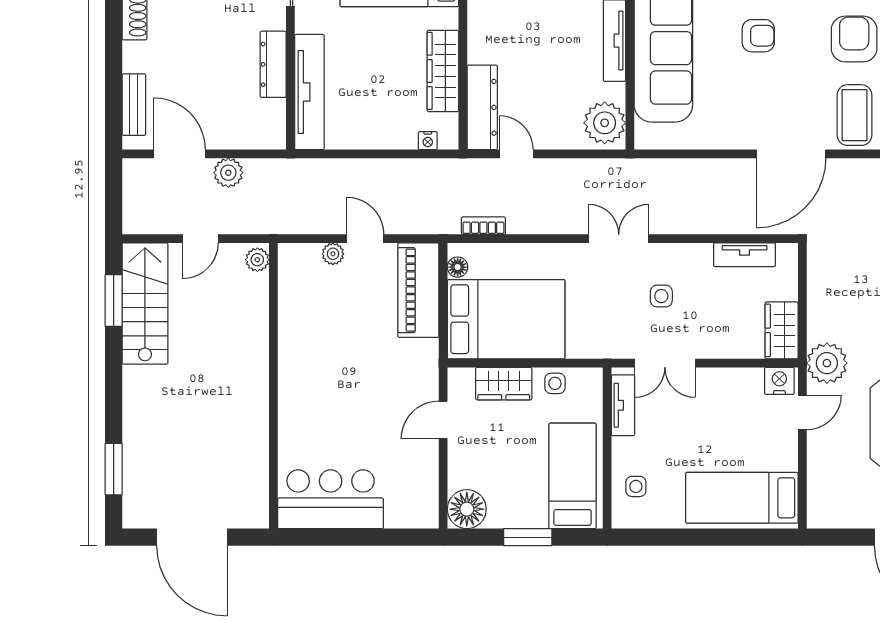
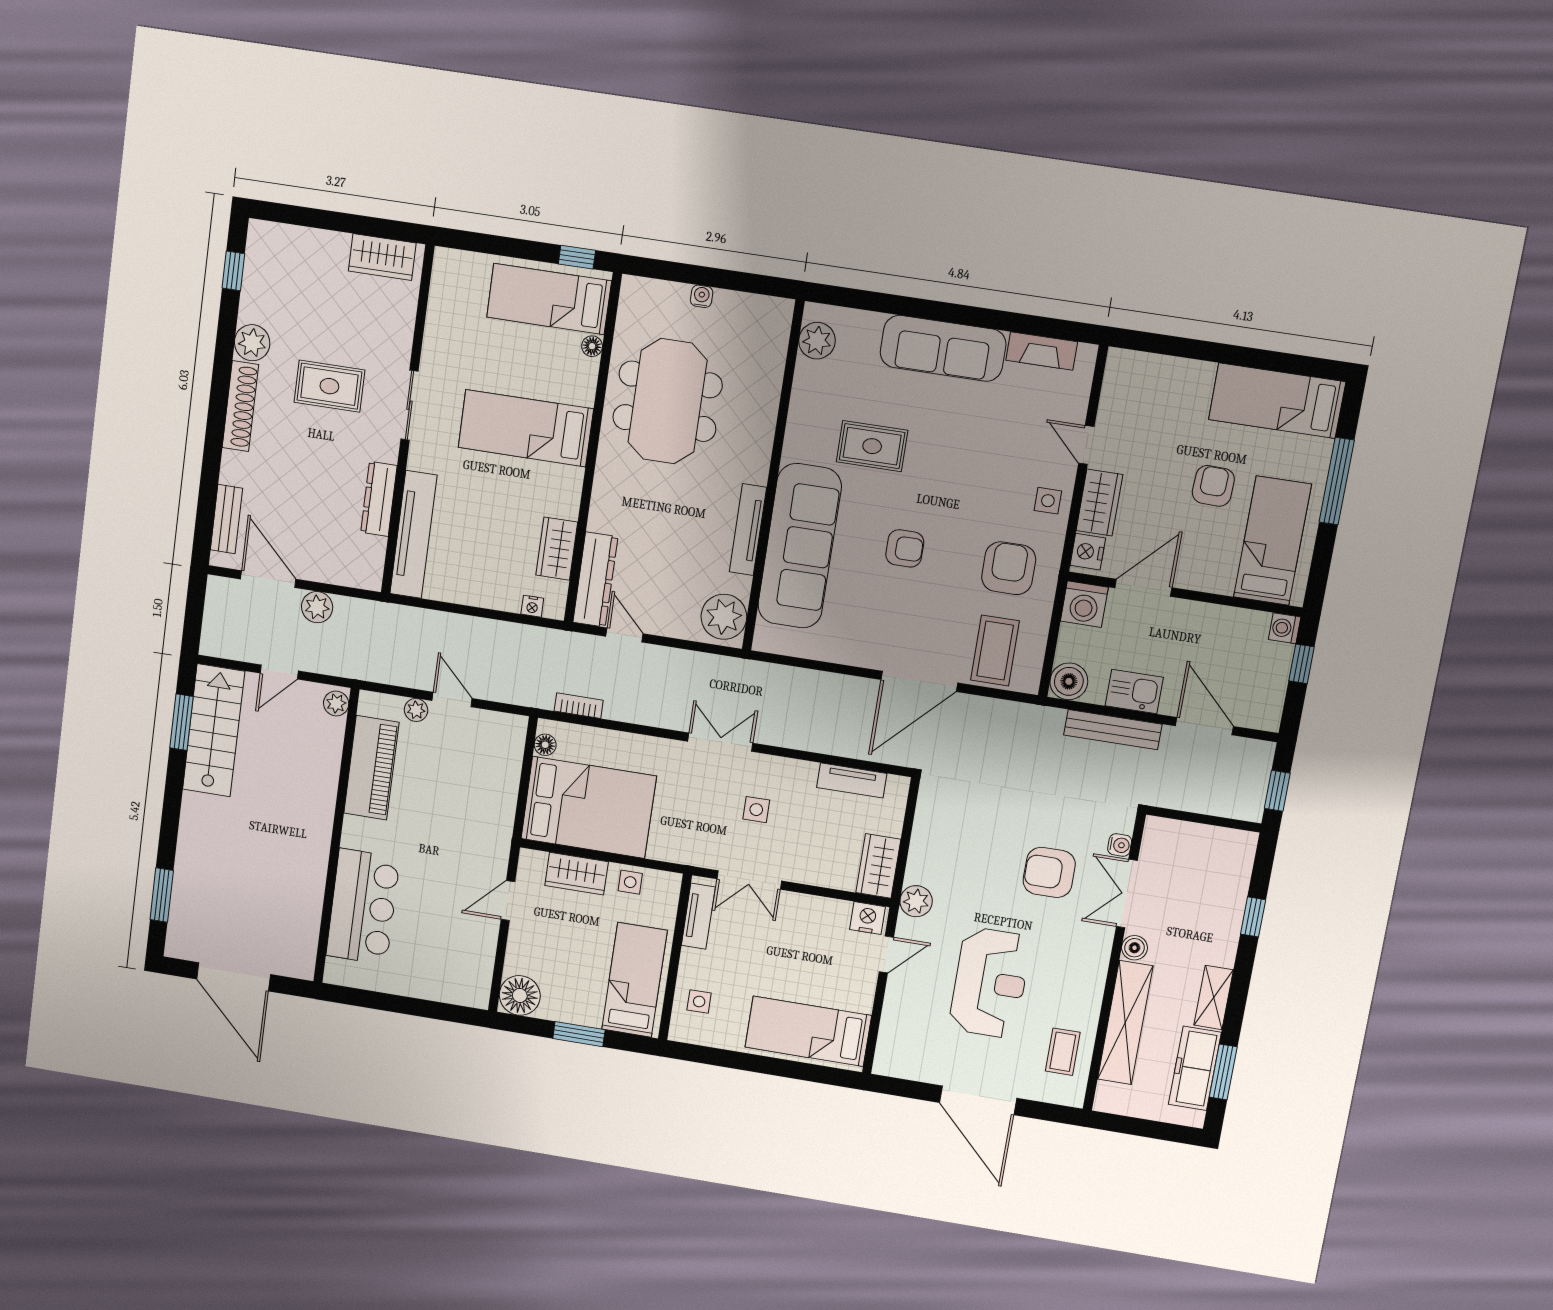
wardrobe: (443, 71) -> (557, 549), width x0.67
piano: (418, 290) -> (371, 768), moved, turned 180
plant: (827, 363) -> (916, 901), width x0.73, depth x0.73
bar counter: (331, 499) -> (363, 907), moved, turned 90

